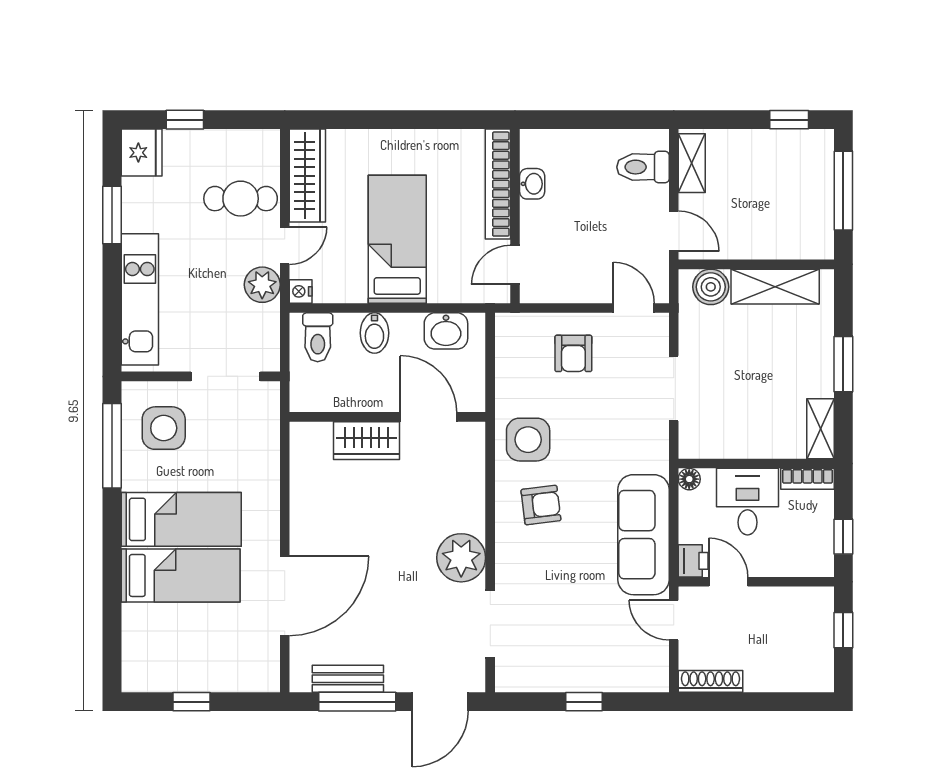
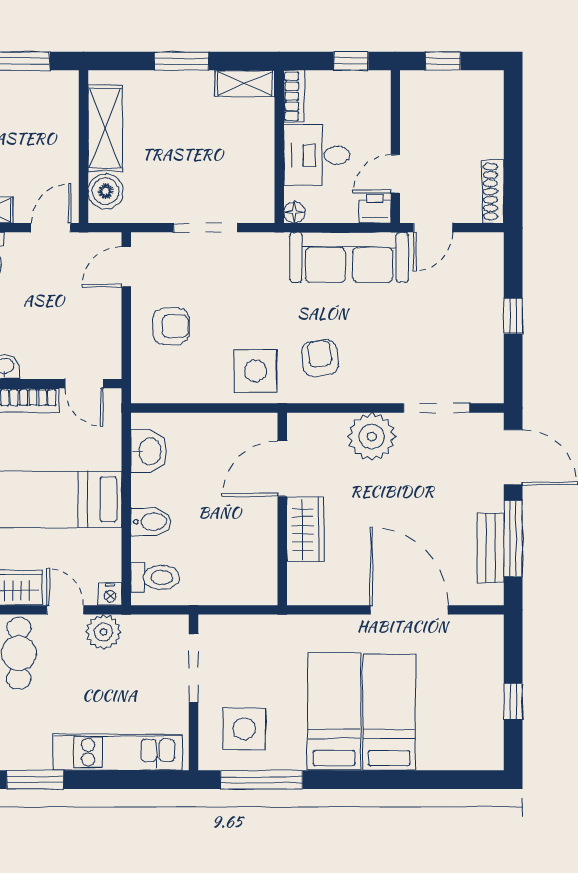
wall: (387, 417) -> (282, 509), moved
door: (428, 417) -> (282, 469), moved
wardrobe: (366, 441) -> (306, 530), moved

